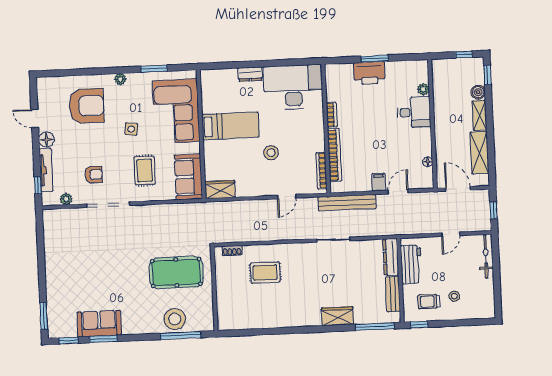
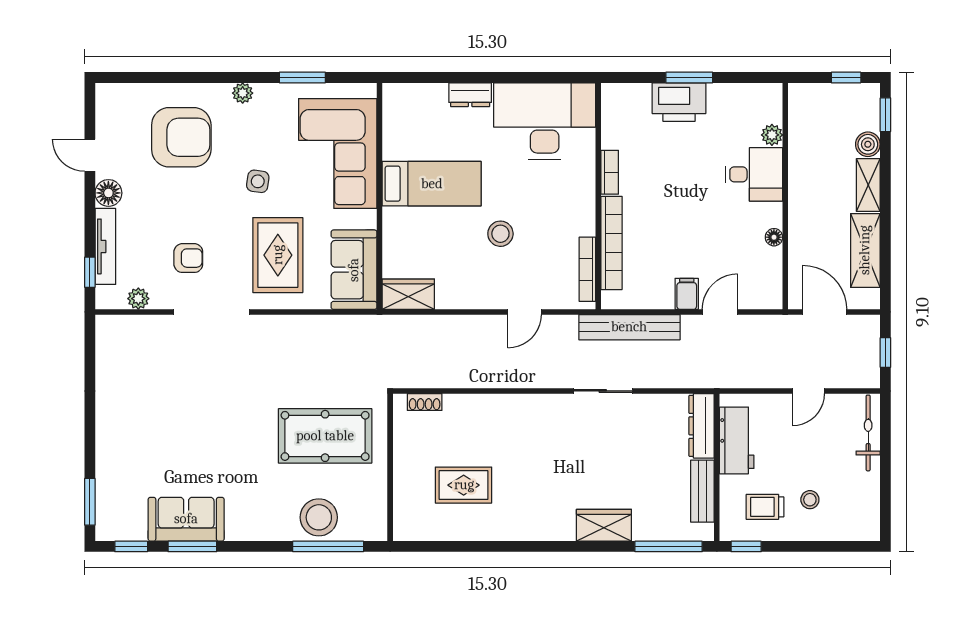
floor lamp: (428, 162) -> (774, 237), moved
rug: (145, 171) -> (278, 255), width x1.36, depth x1.43
rug: (265, 273) -> (464, 485), moved

